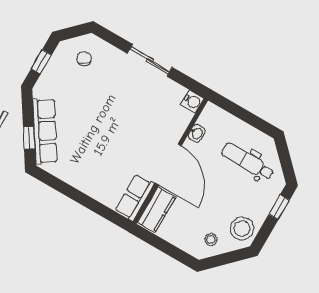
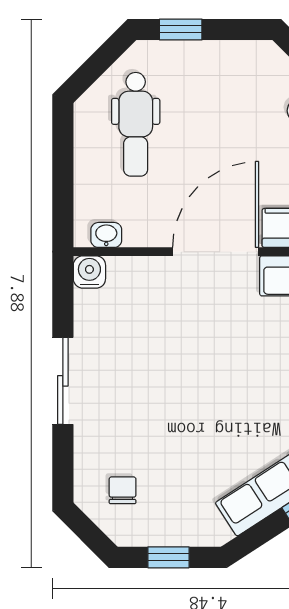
chair: (84, 59) -> (123, 490), turned 121
washbasin: (197, 133) -> (106, 235), moved
stool: (242, 228) -> (251, 70), removed

